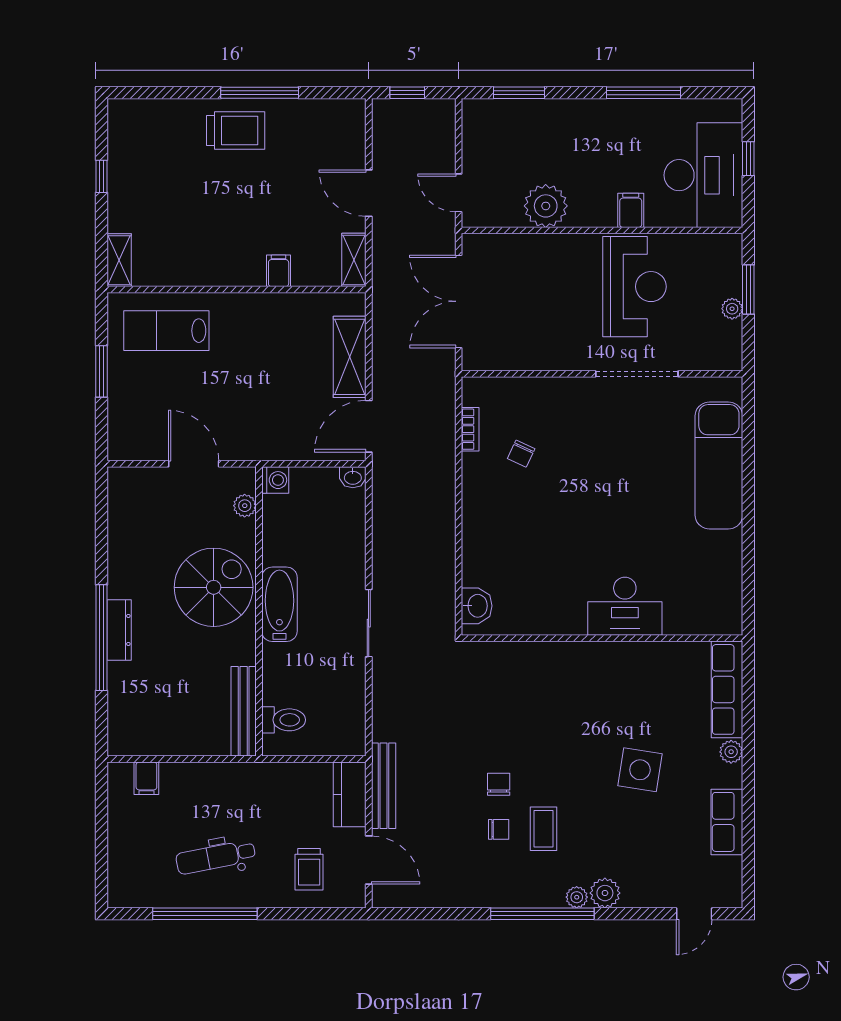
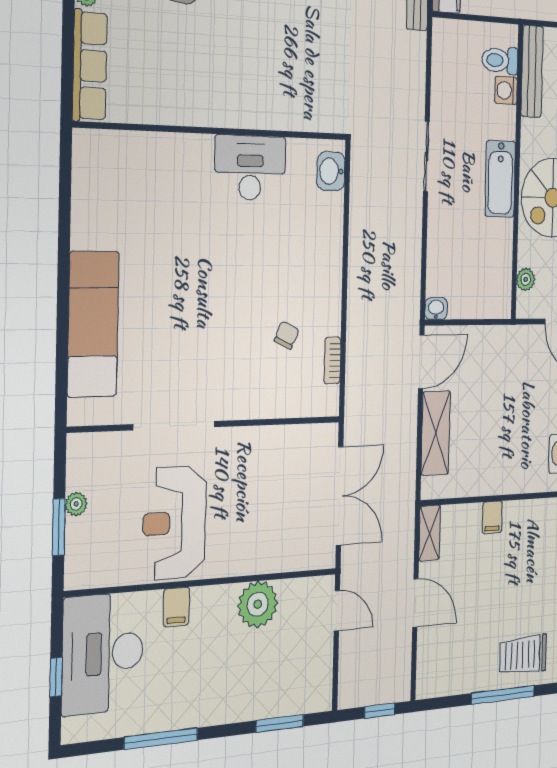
washing machine: (275, 480) -> (506, 90), moved
desk: (625, 606) -> (250, 168), moved

